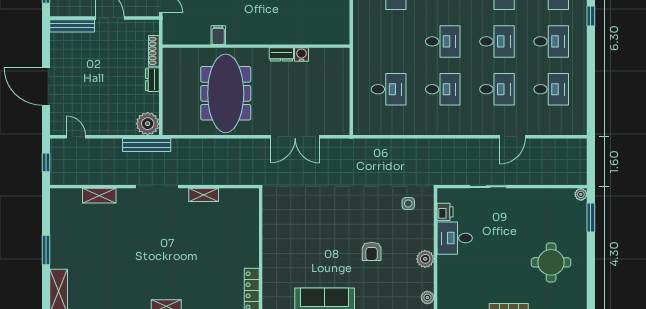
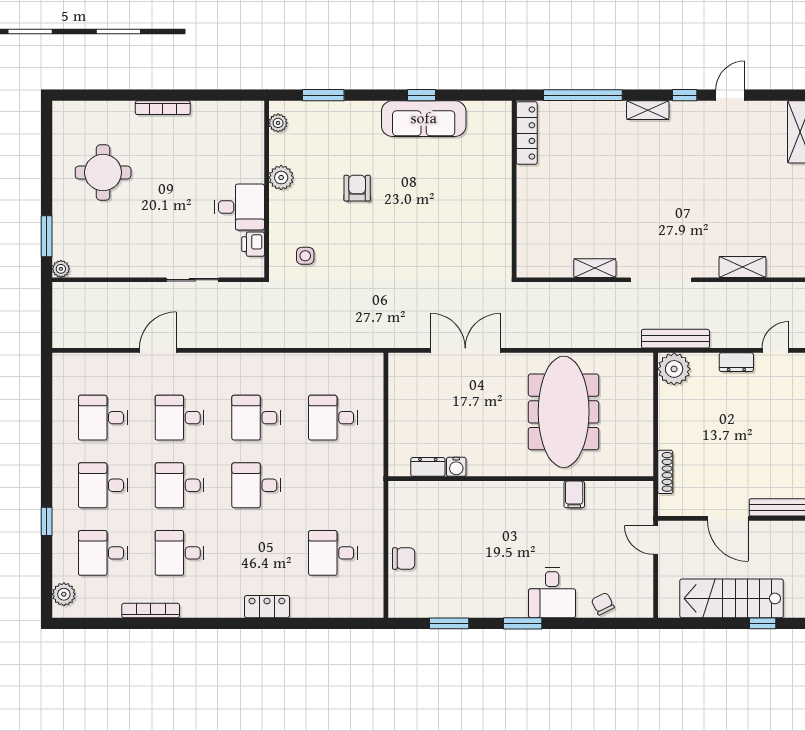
dresser: (281, 54) -> (428, 467), moved
dresser: (152, 80) -> (736, 362), moved, turned 90
door: (76, 137) -> (775, 350), swing flipped

